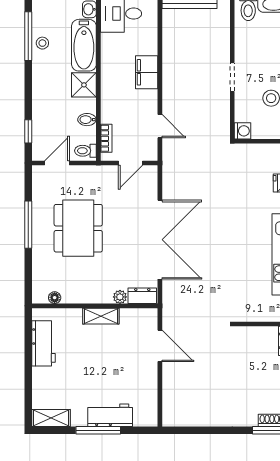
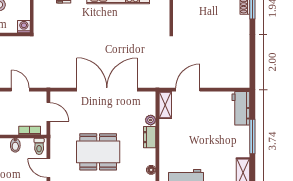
door: (160, 126) -> (20, 90), hinge flipped
dresser: (142, 296) -> (150, 137), moved
shelving: (101, 316) -> (165, 105), moved
workbench: (110, 415) -> (241, 108), moved

